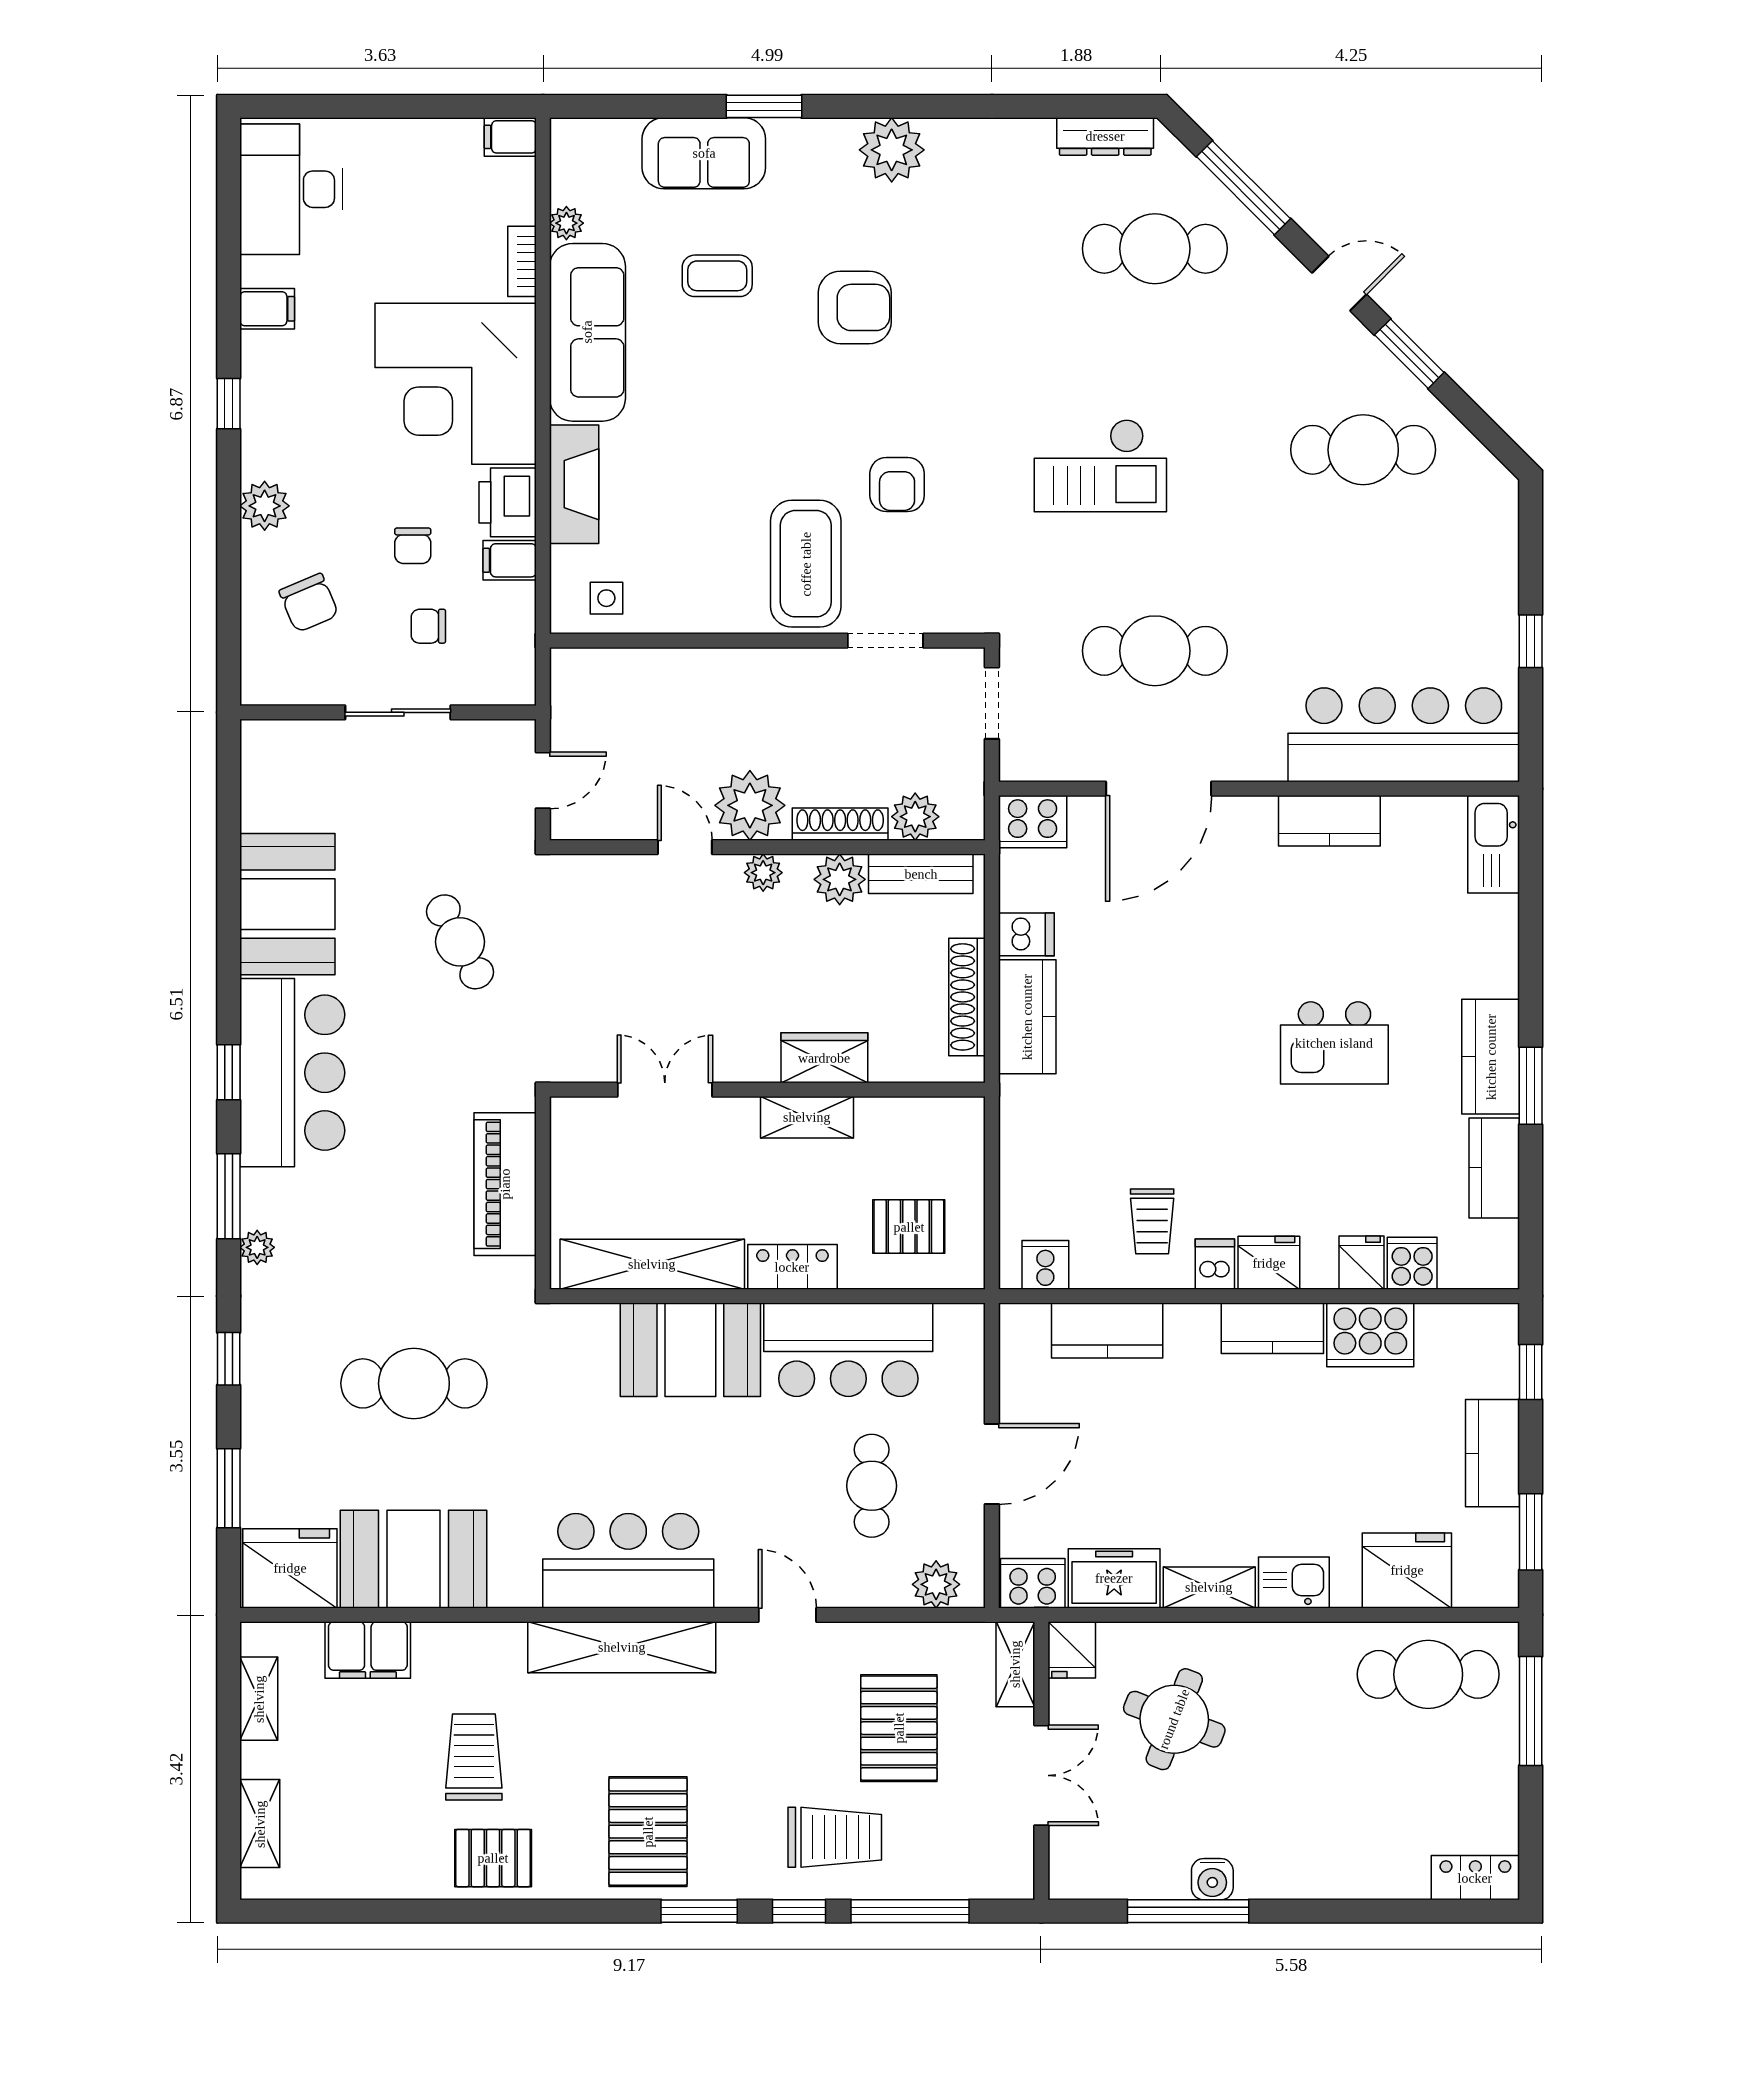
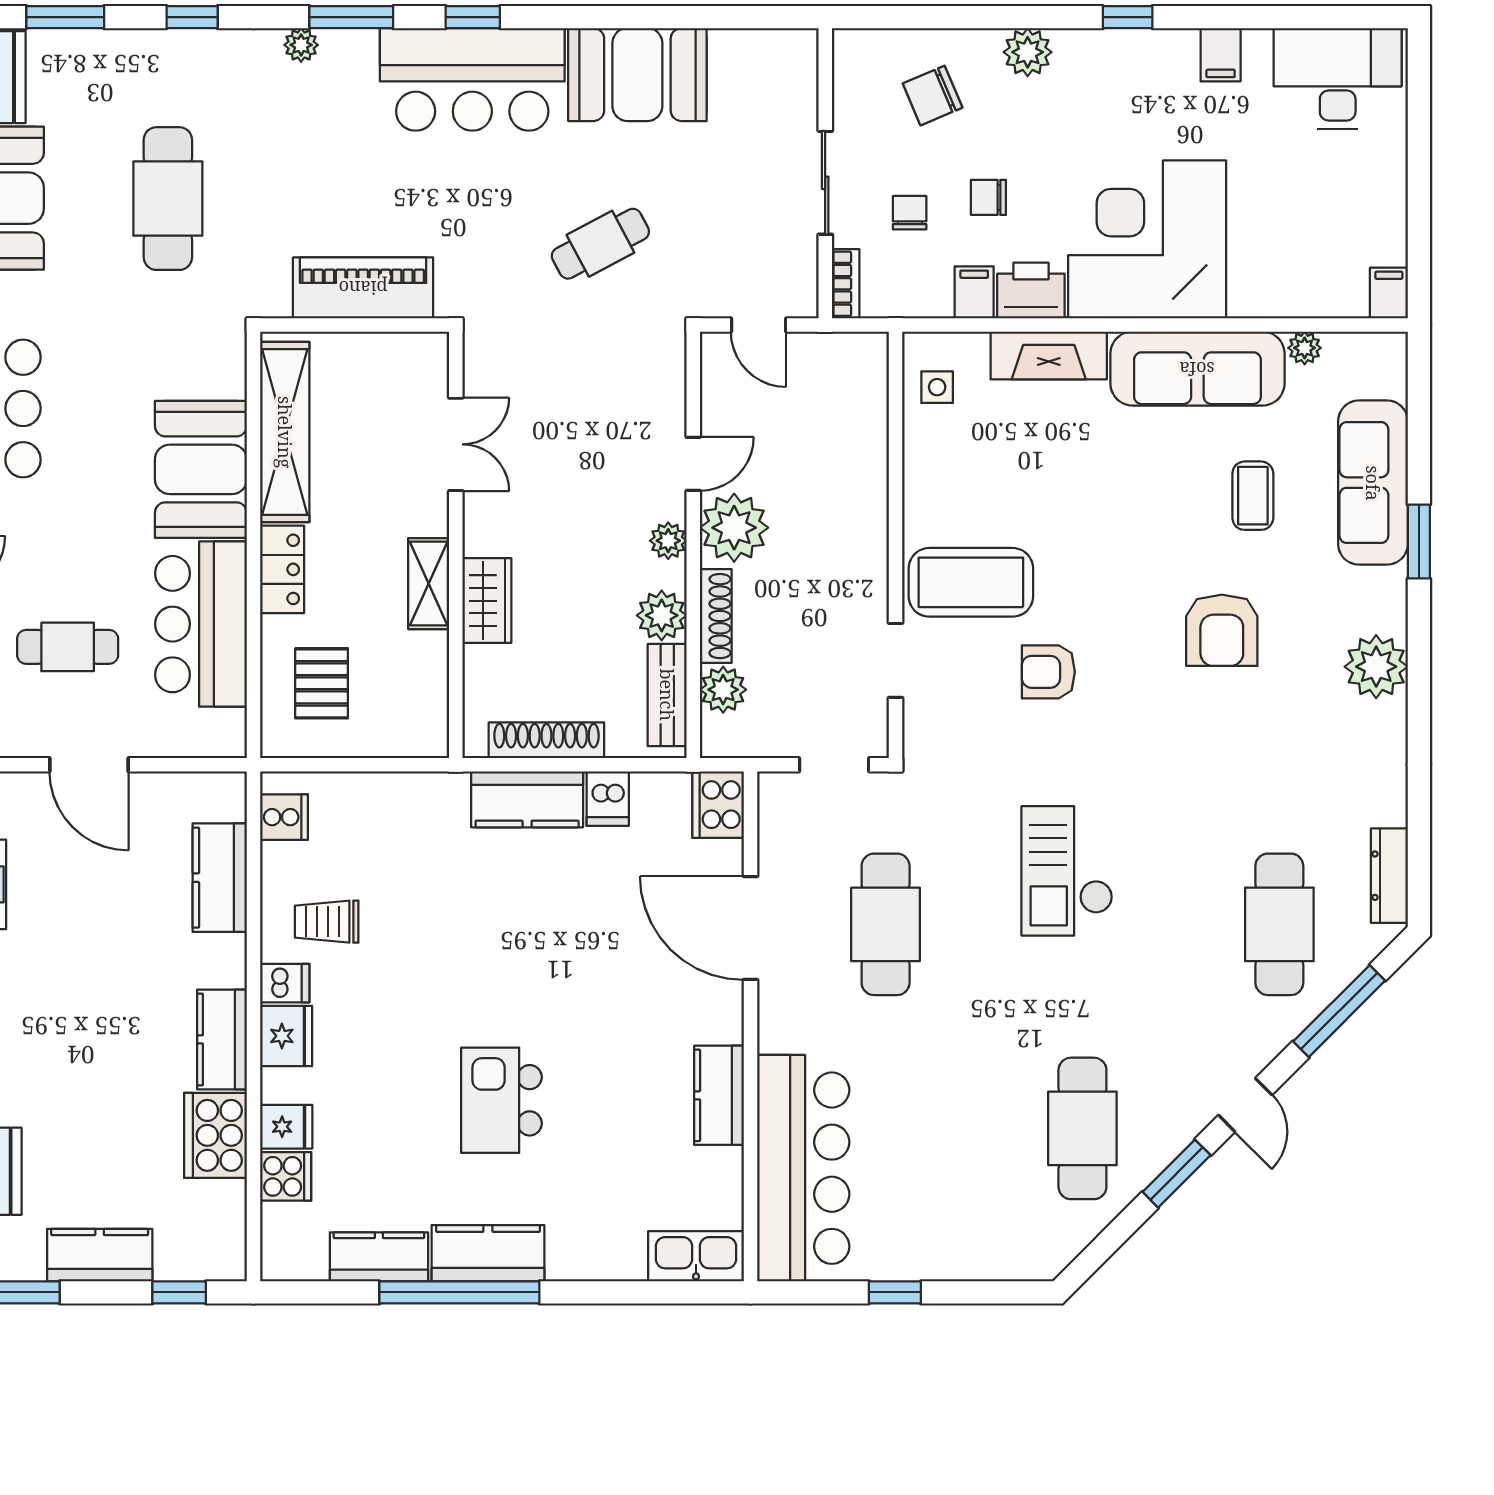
sofa: (704, 153) -> (1373, 483), width x1.36
bookcase: (522, 261) -> (846, 284), moved, turned 90
window: (1531, 1086) -> (459, 1292), width x2.11

